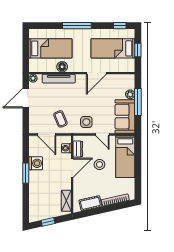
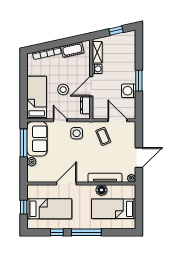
window: (120, 26) -> (57, 232), moved
window: (138, 102) -> (24, 143), moved
washing machine: (66, 148) -> (97, 69), moved

